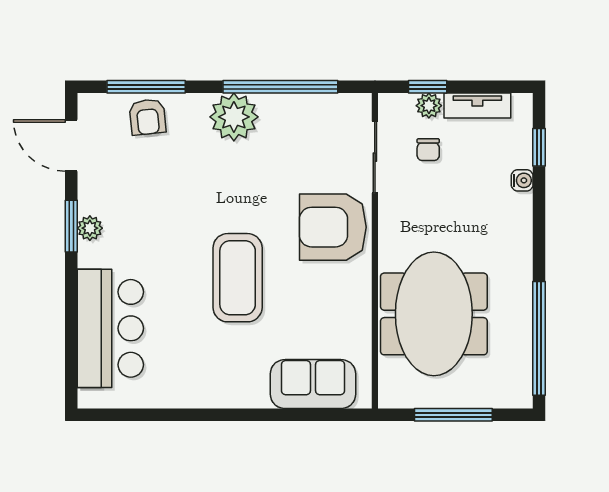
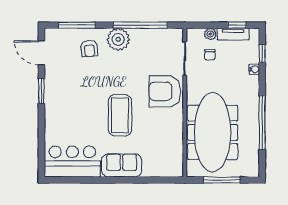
window: (428, 87) -> (237, 25), moved
armchair: (148, 117) -> (89, 48), moved
plant: (90, 228) -> (50, 92), removed
meeting table: (434, 314) -> (213, 132), width x1.36
bar counter: (110, 328) -> (72, 161), moved, turned -90
window: (539, 338) -> (262, 123), moved
sofa: (313, 384) -> (122, 165), moved

